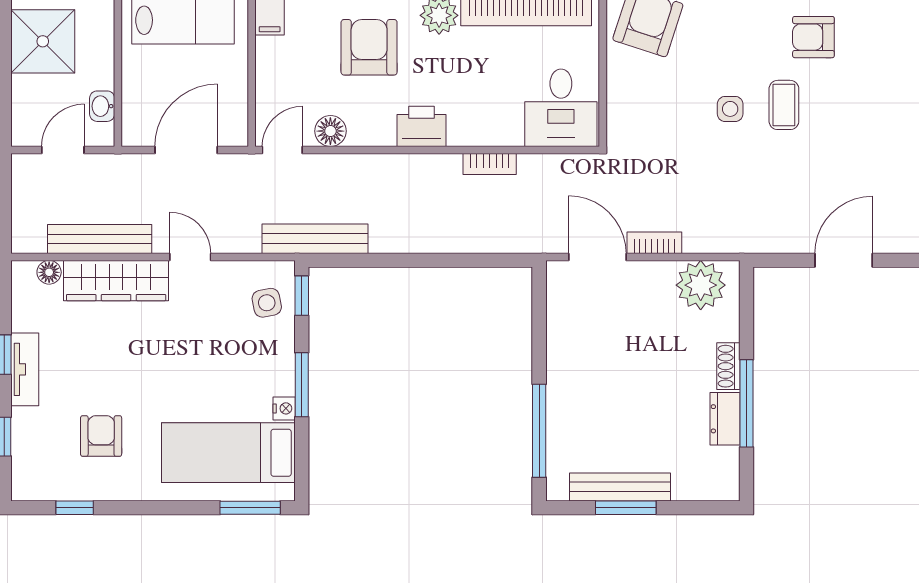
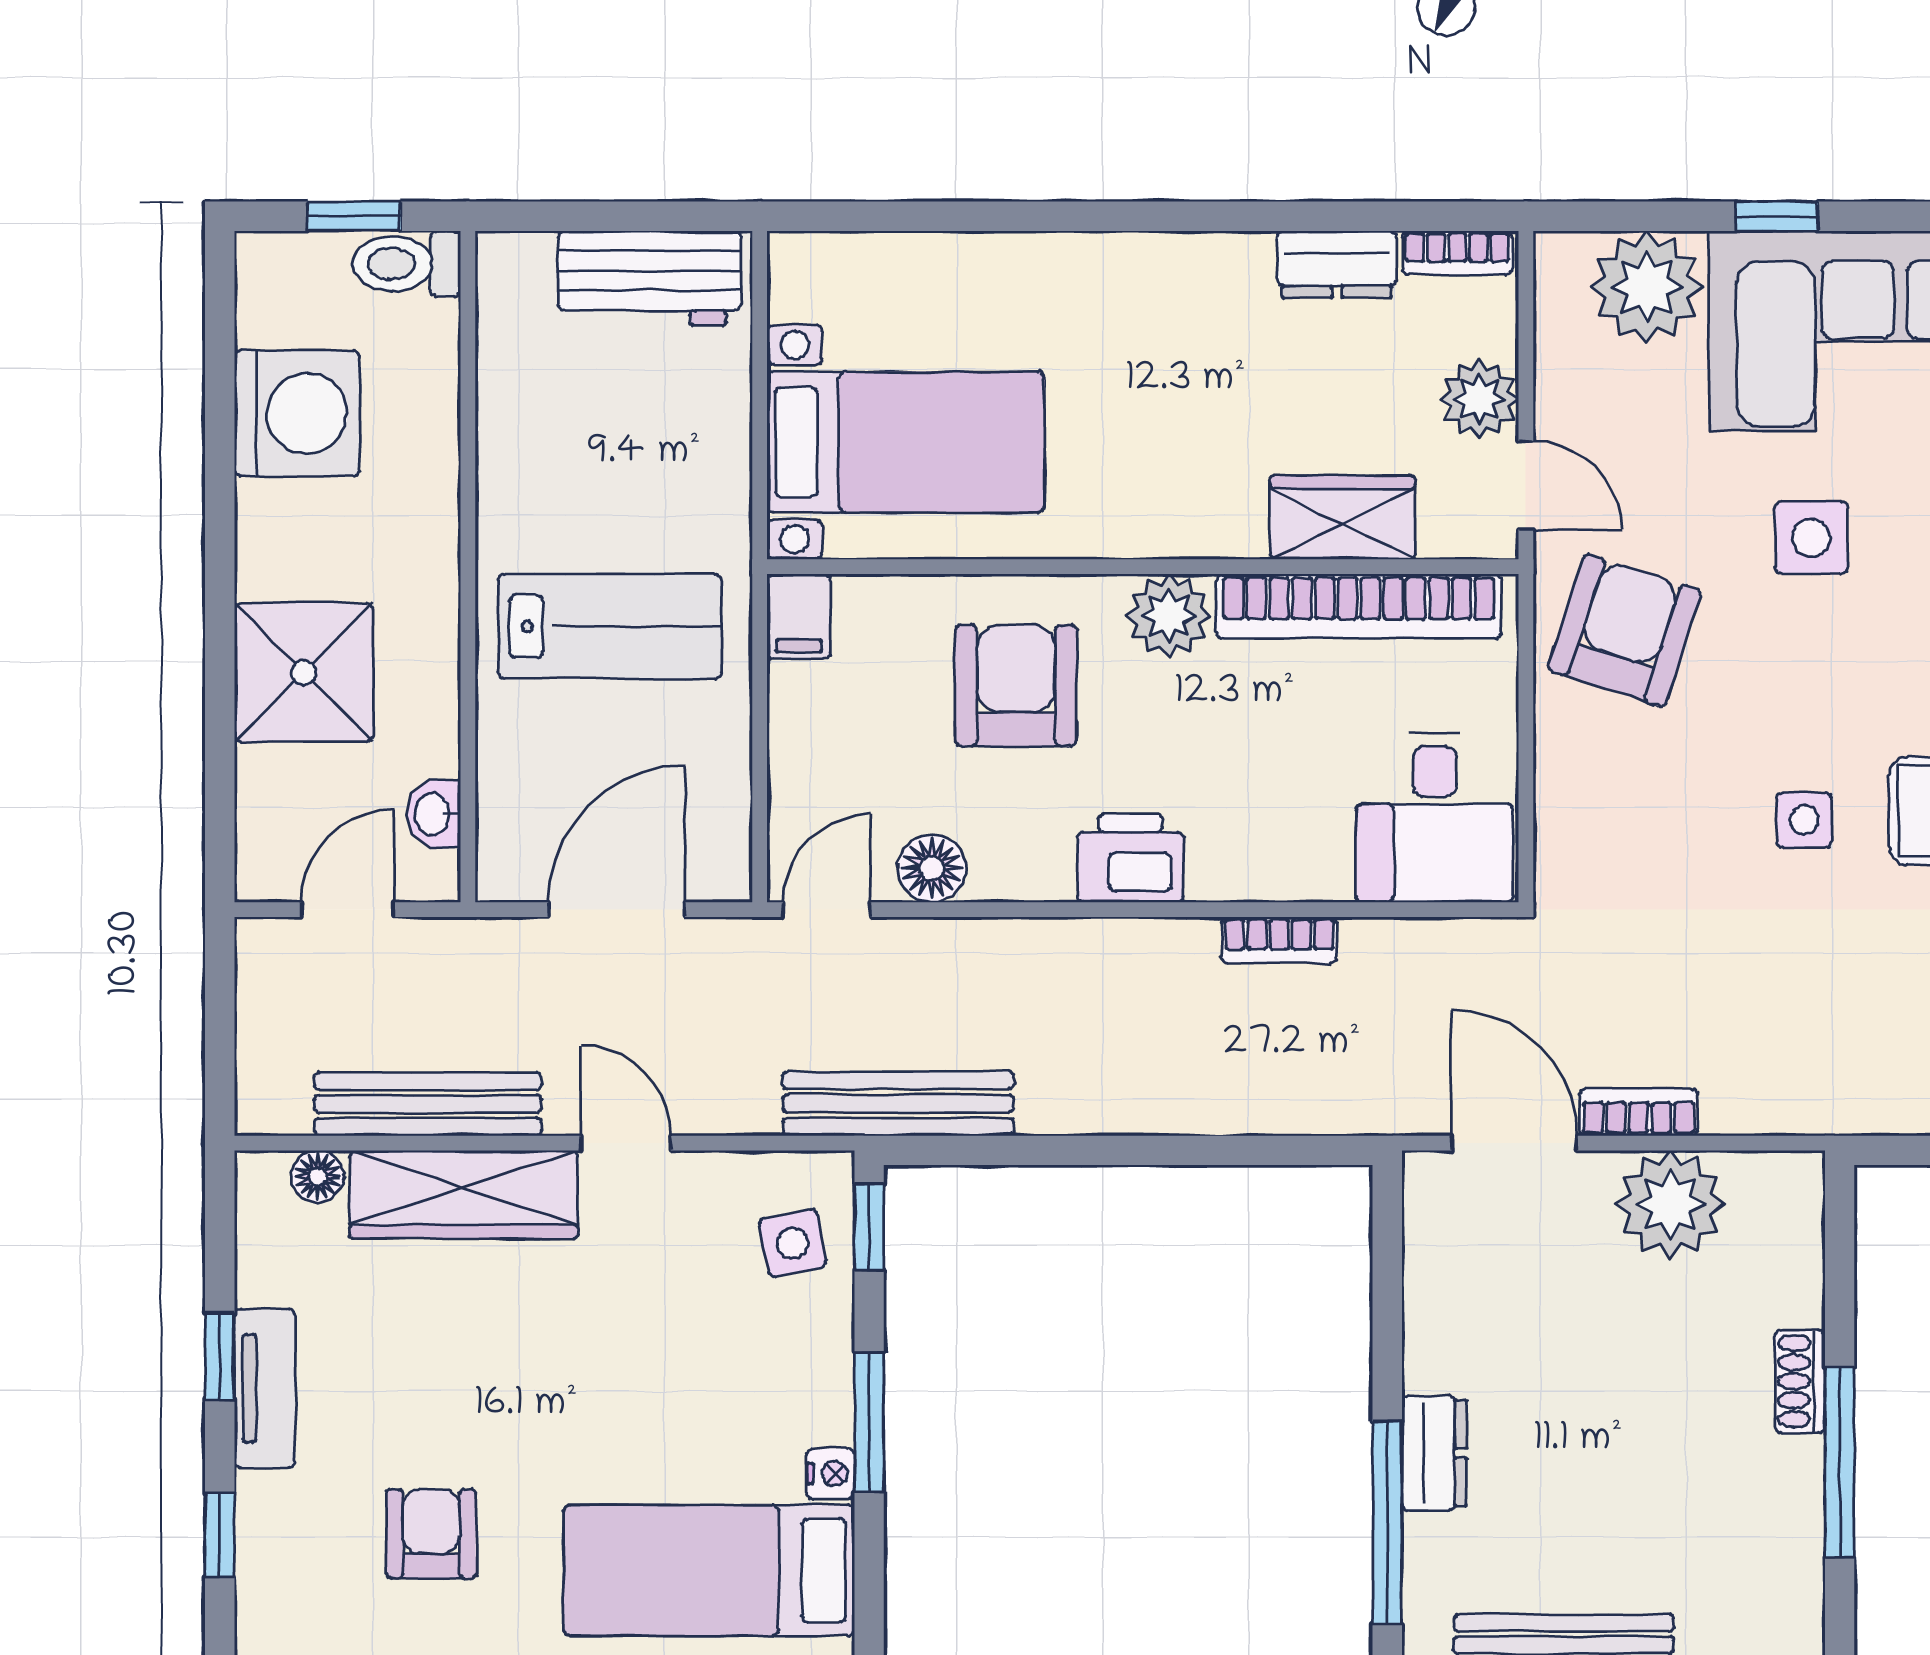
plant: (701, 285) -> (1670, 1204), moved
dresser: (725, 419) -> (1434, 1453), moved, turned 180

